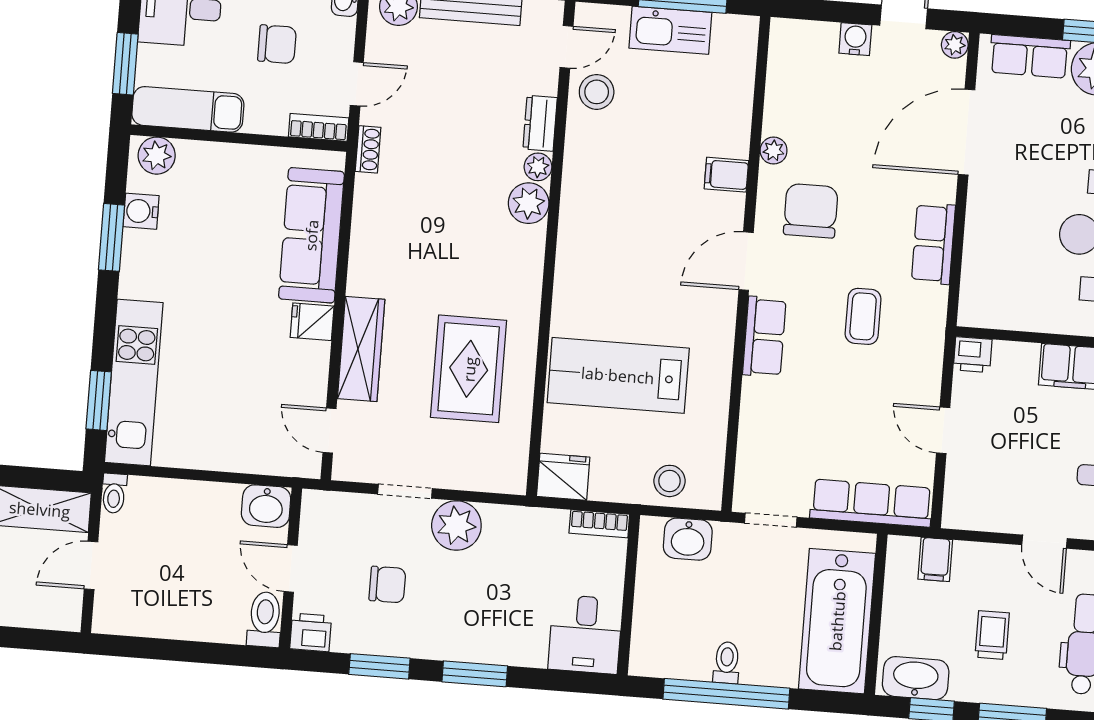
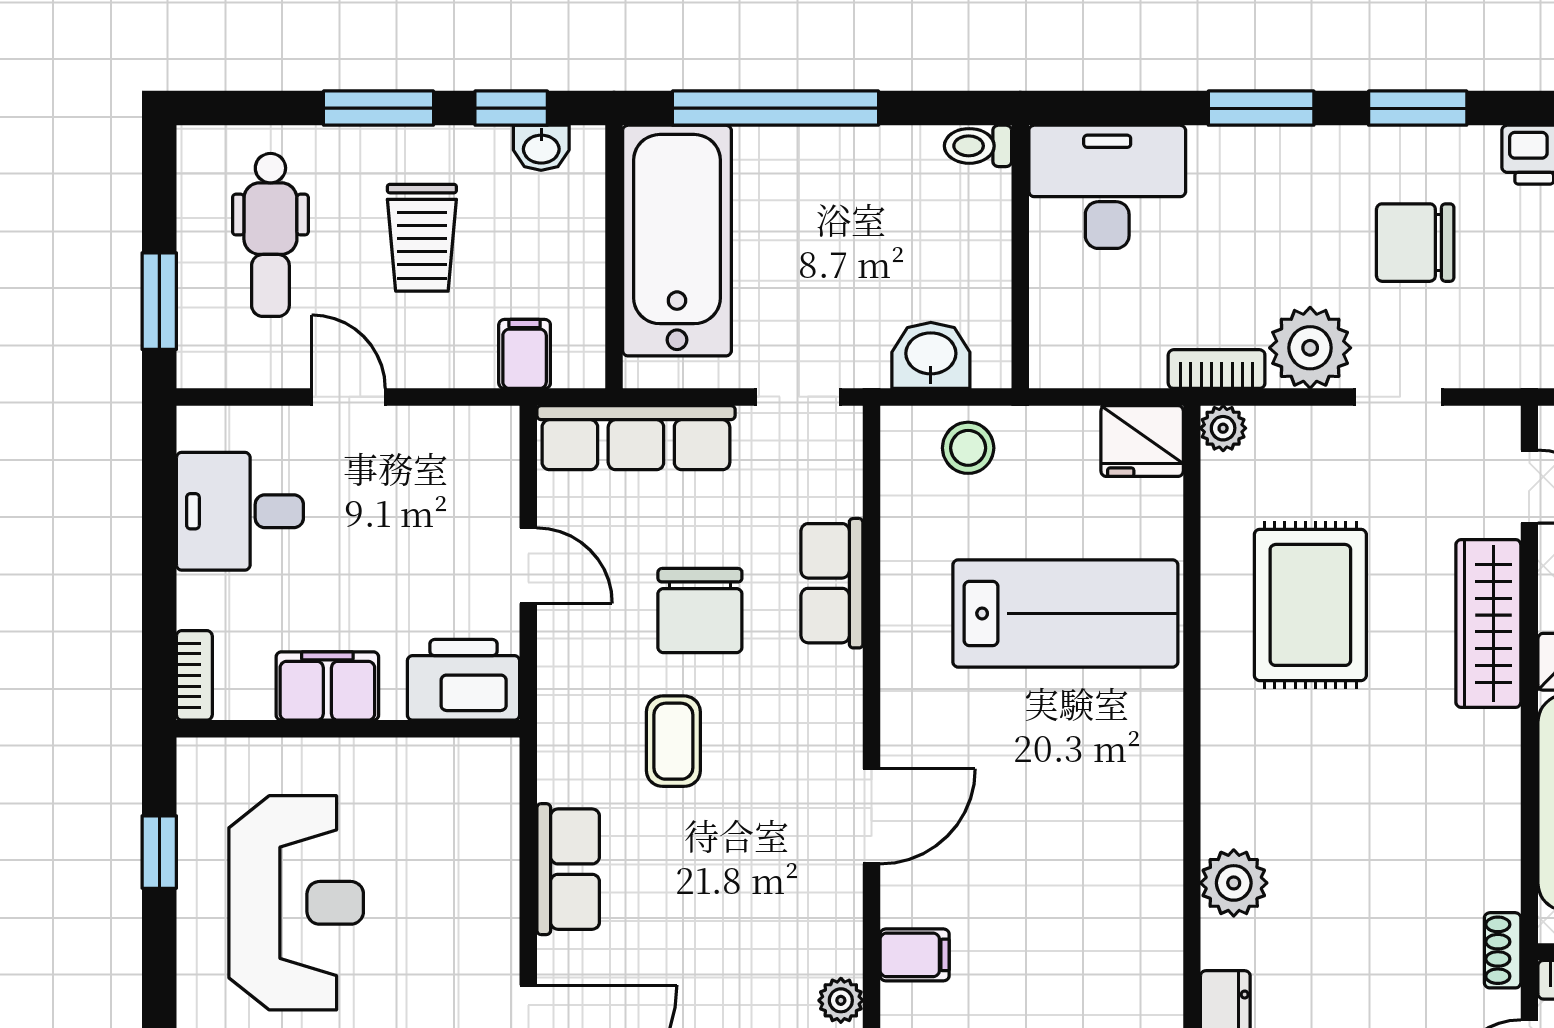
plant: (538, 167) -> (1223, 428), moved
chair: (811, 211) -> (700, 611), moved
row of seats: (764, 337) -> (832, 583), moved
printer: (973, 355) -> (464, 680), width x1.87, depth x1.48
bookcase: (599, 524) -> (1217, 369), moved
chair: (387, 585) -> (1415, 243), width x1.37, depth x1.37
desk: (585, 634) -> (1107, 187), width x1.37
trolley: (992, 635) -> (422, 238), width x1.36, depth x1.39
toilet: (727, 663) -> (978, 146), moved, turned 90
washbasin: (916, 678) -> (541, 148), width x0.52, depth x0.69
window: (726, 694) -> (776, 108), moved

